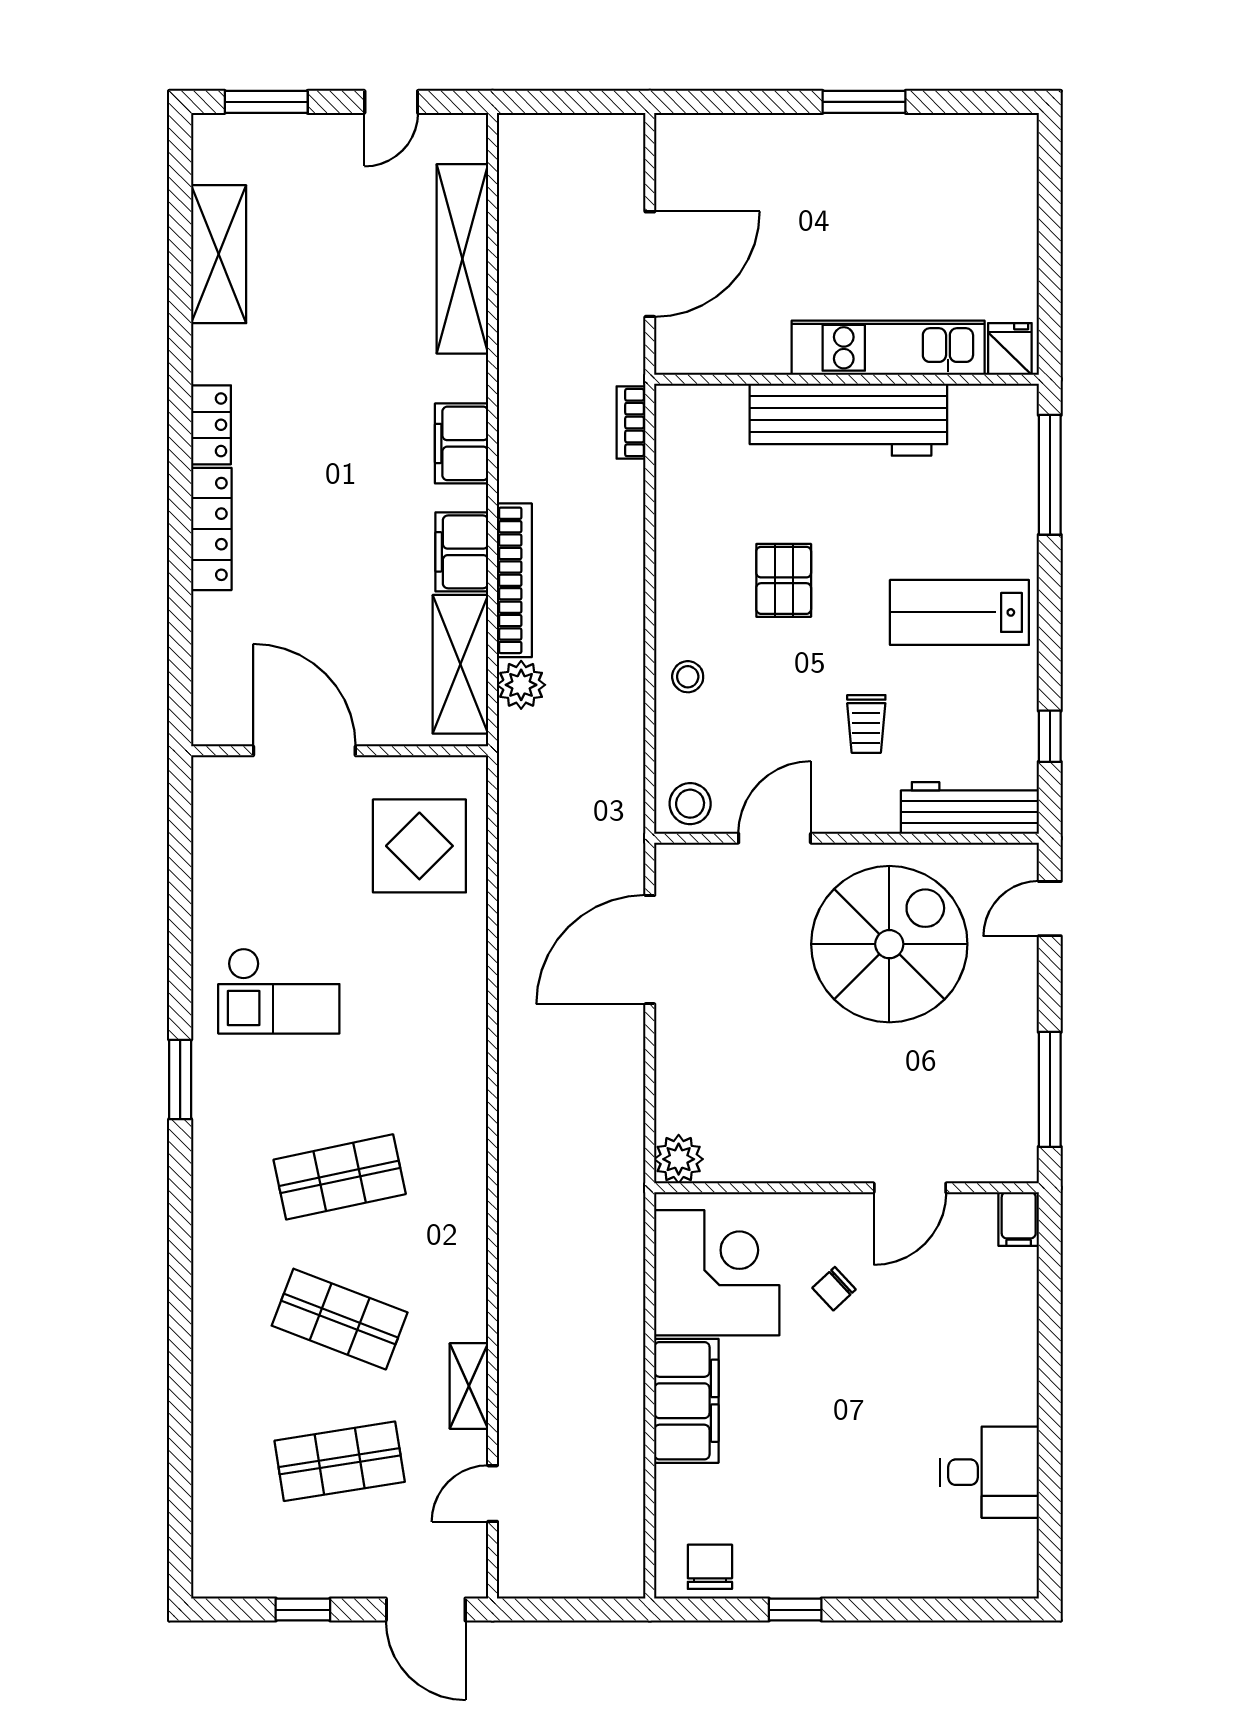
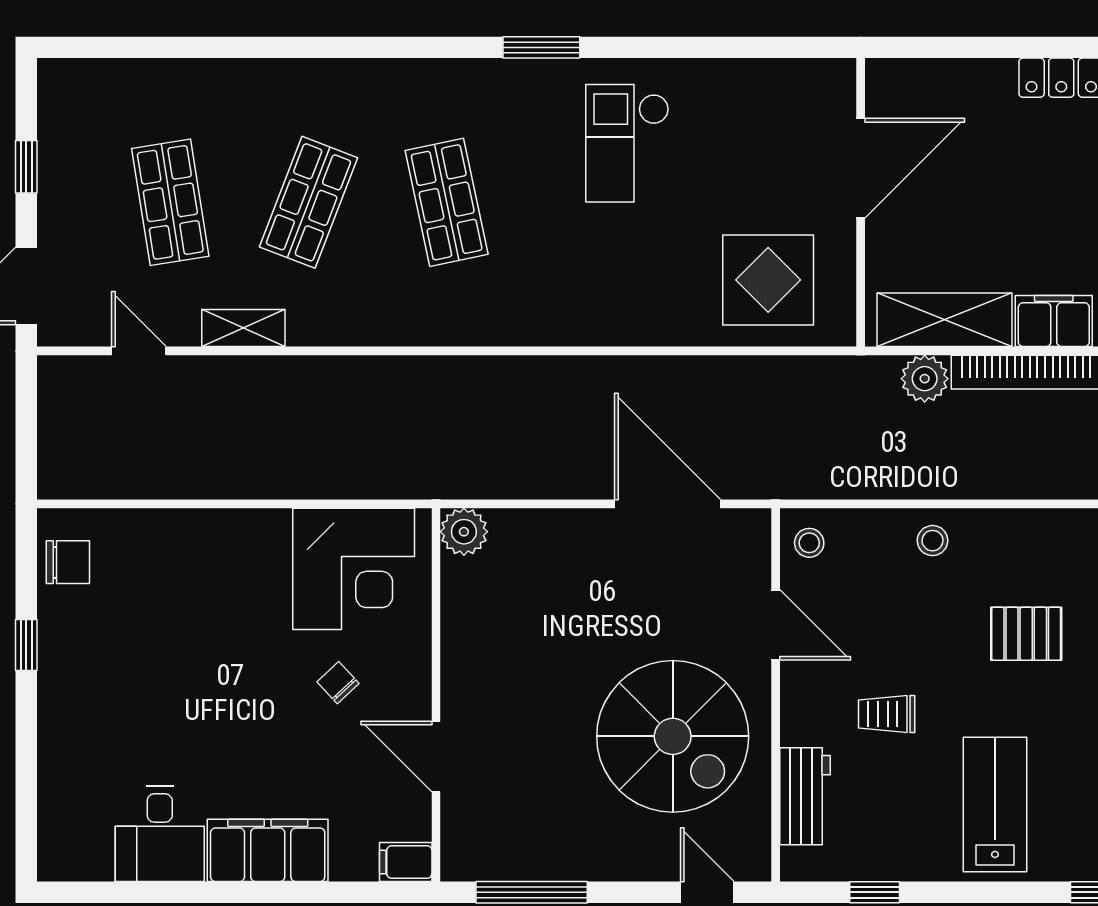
stool: (690, 804) -> (809, 543), width x0.73, depth x0.73
workbench: (970, 808) -> (805, 796), width x0.73
filing cabinet: (686, 1401) -> (268, 850), moved, turned 180

